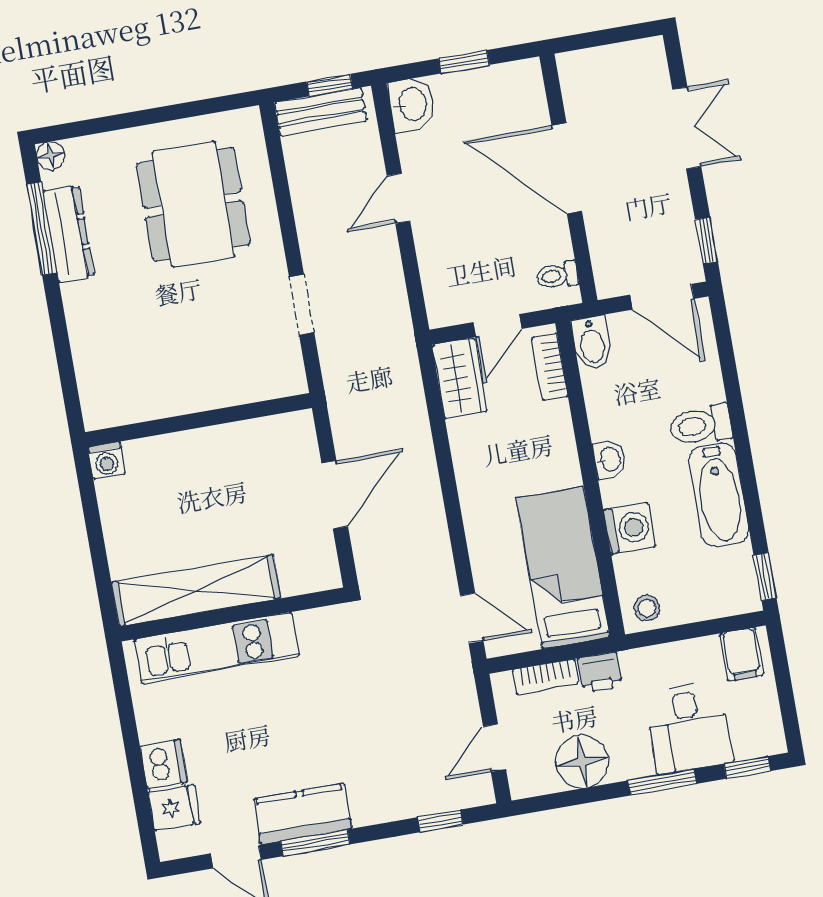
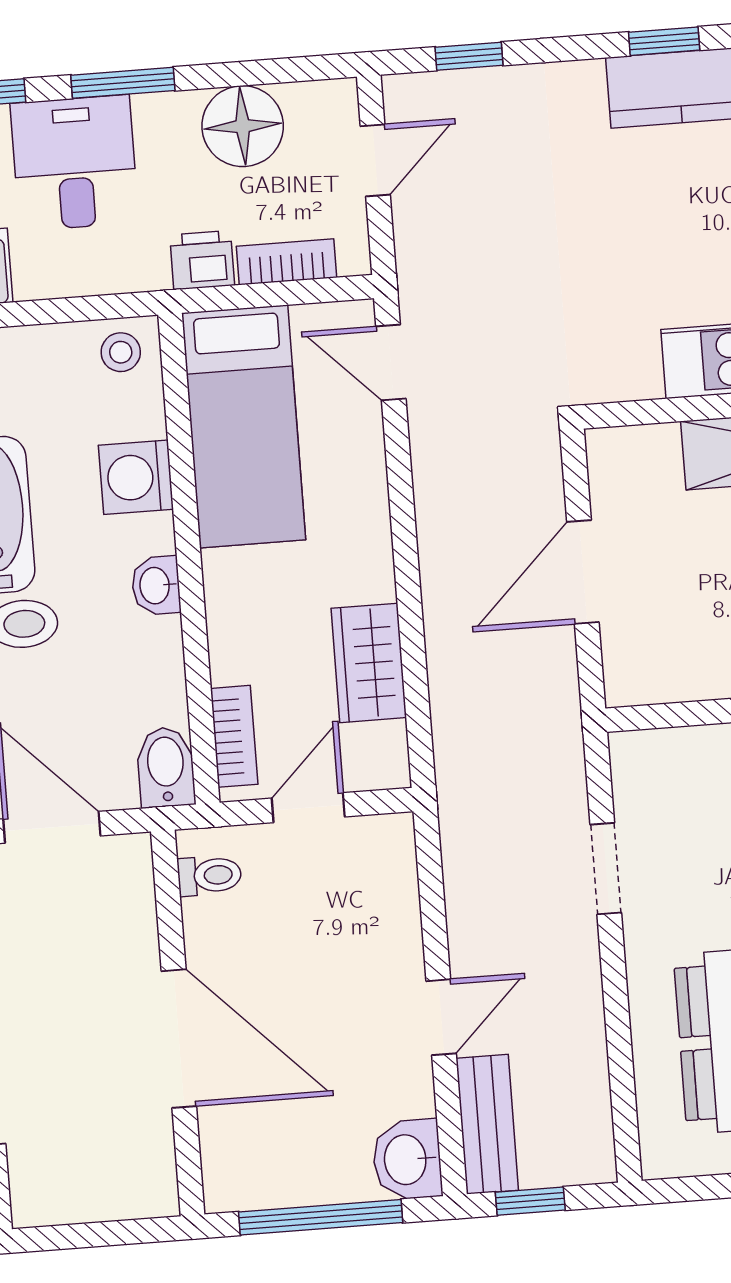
window: (464, 62) -> (321, 1217), width x2.17
bench: (320, 112) -> (487, 1124), moved, turned 90
wardrobe: (460, 378) -> (369, 663), moved
window: (315, 843) -> (664, 41), width x0.67

